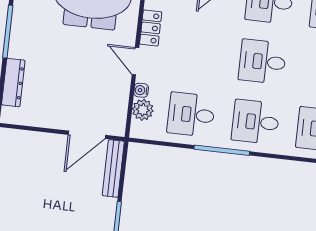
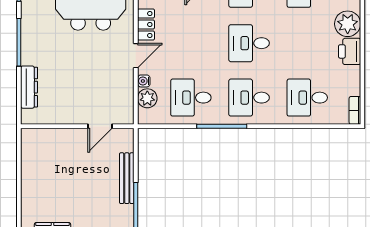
door: (135, 61) -> (136, 56), swing flipped
door: (87, 135) -> (100, 126), width x0.73
bench: (113, 168) -> (127, 178), moved

